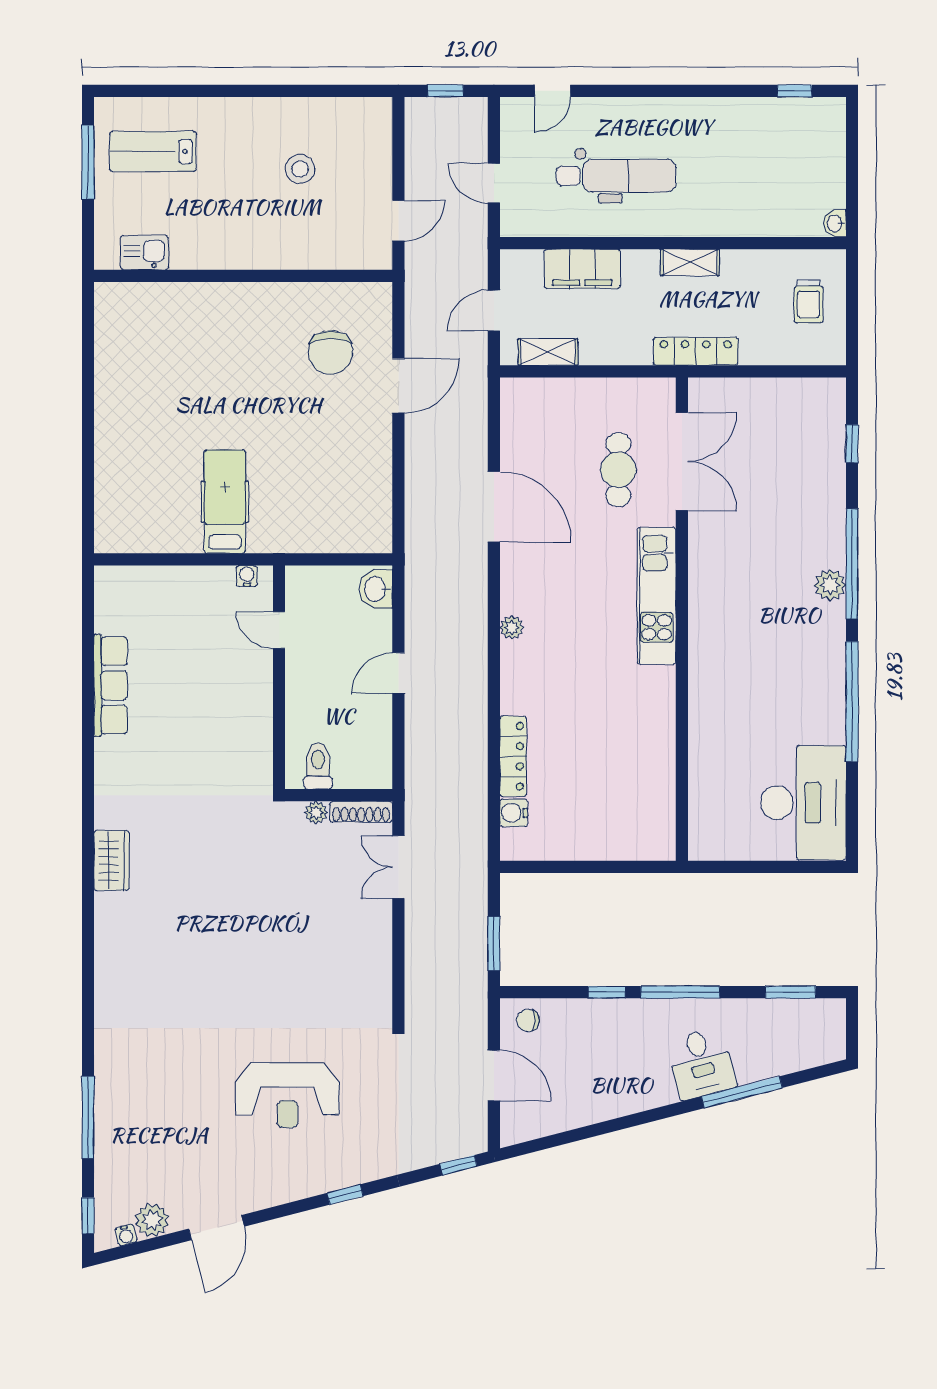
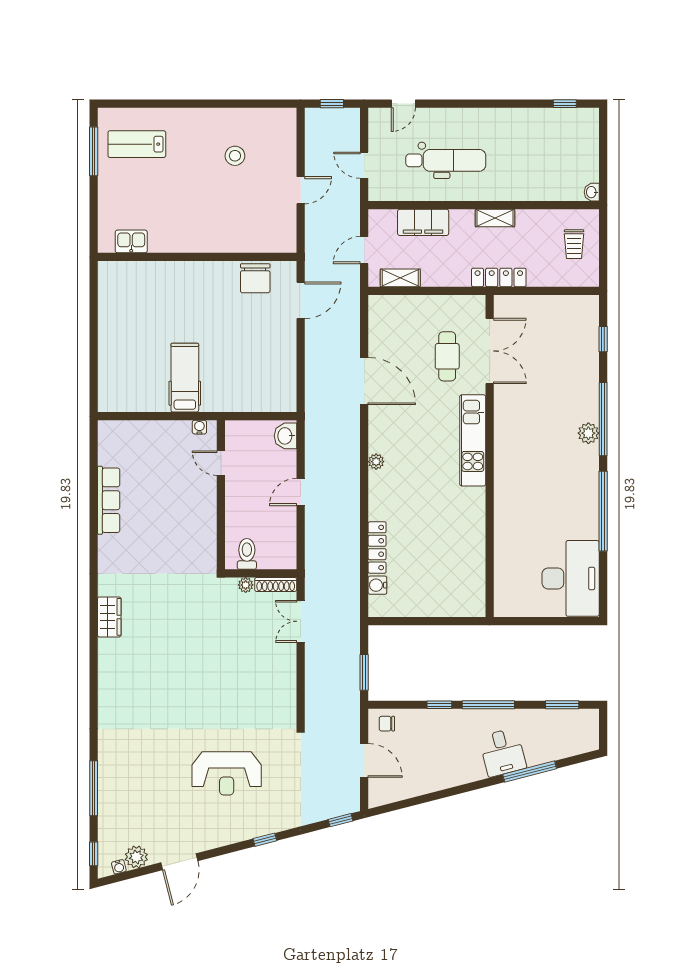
kitchen sink: (145, 253) -> (131, 241), moved
wall: (243, 276) -> (197, 257), moved

